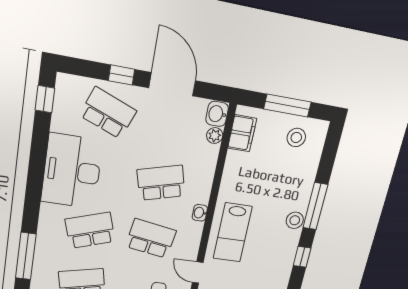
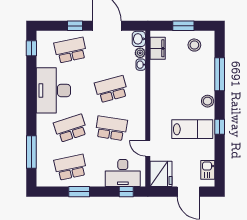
window: (287, 106) -> (183, 26), width x0.69
school desk: (108, 113) -> (70, 50), turned -33
window: (315, 206) -> (220, 74), moved
washbasin: (200, 213) -> (141, 65), moved
lab bench: (233, 233) -> (192, 129), moved, turned -90

